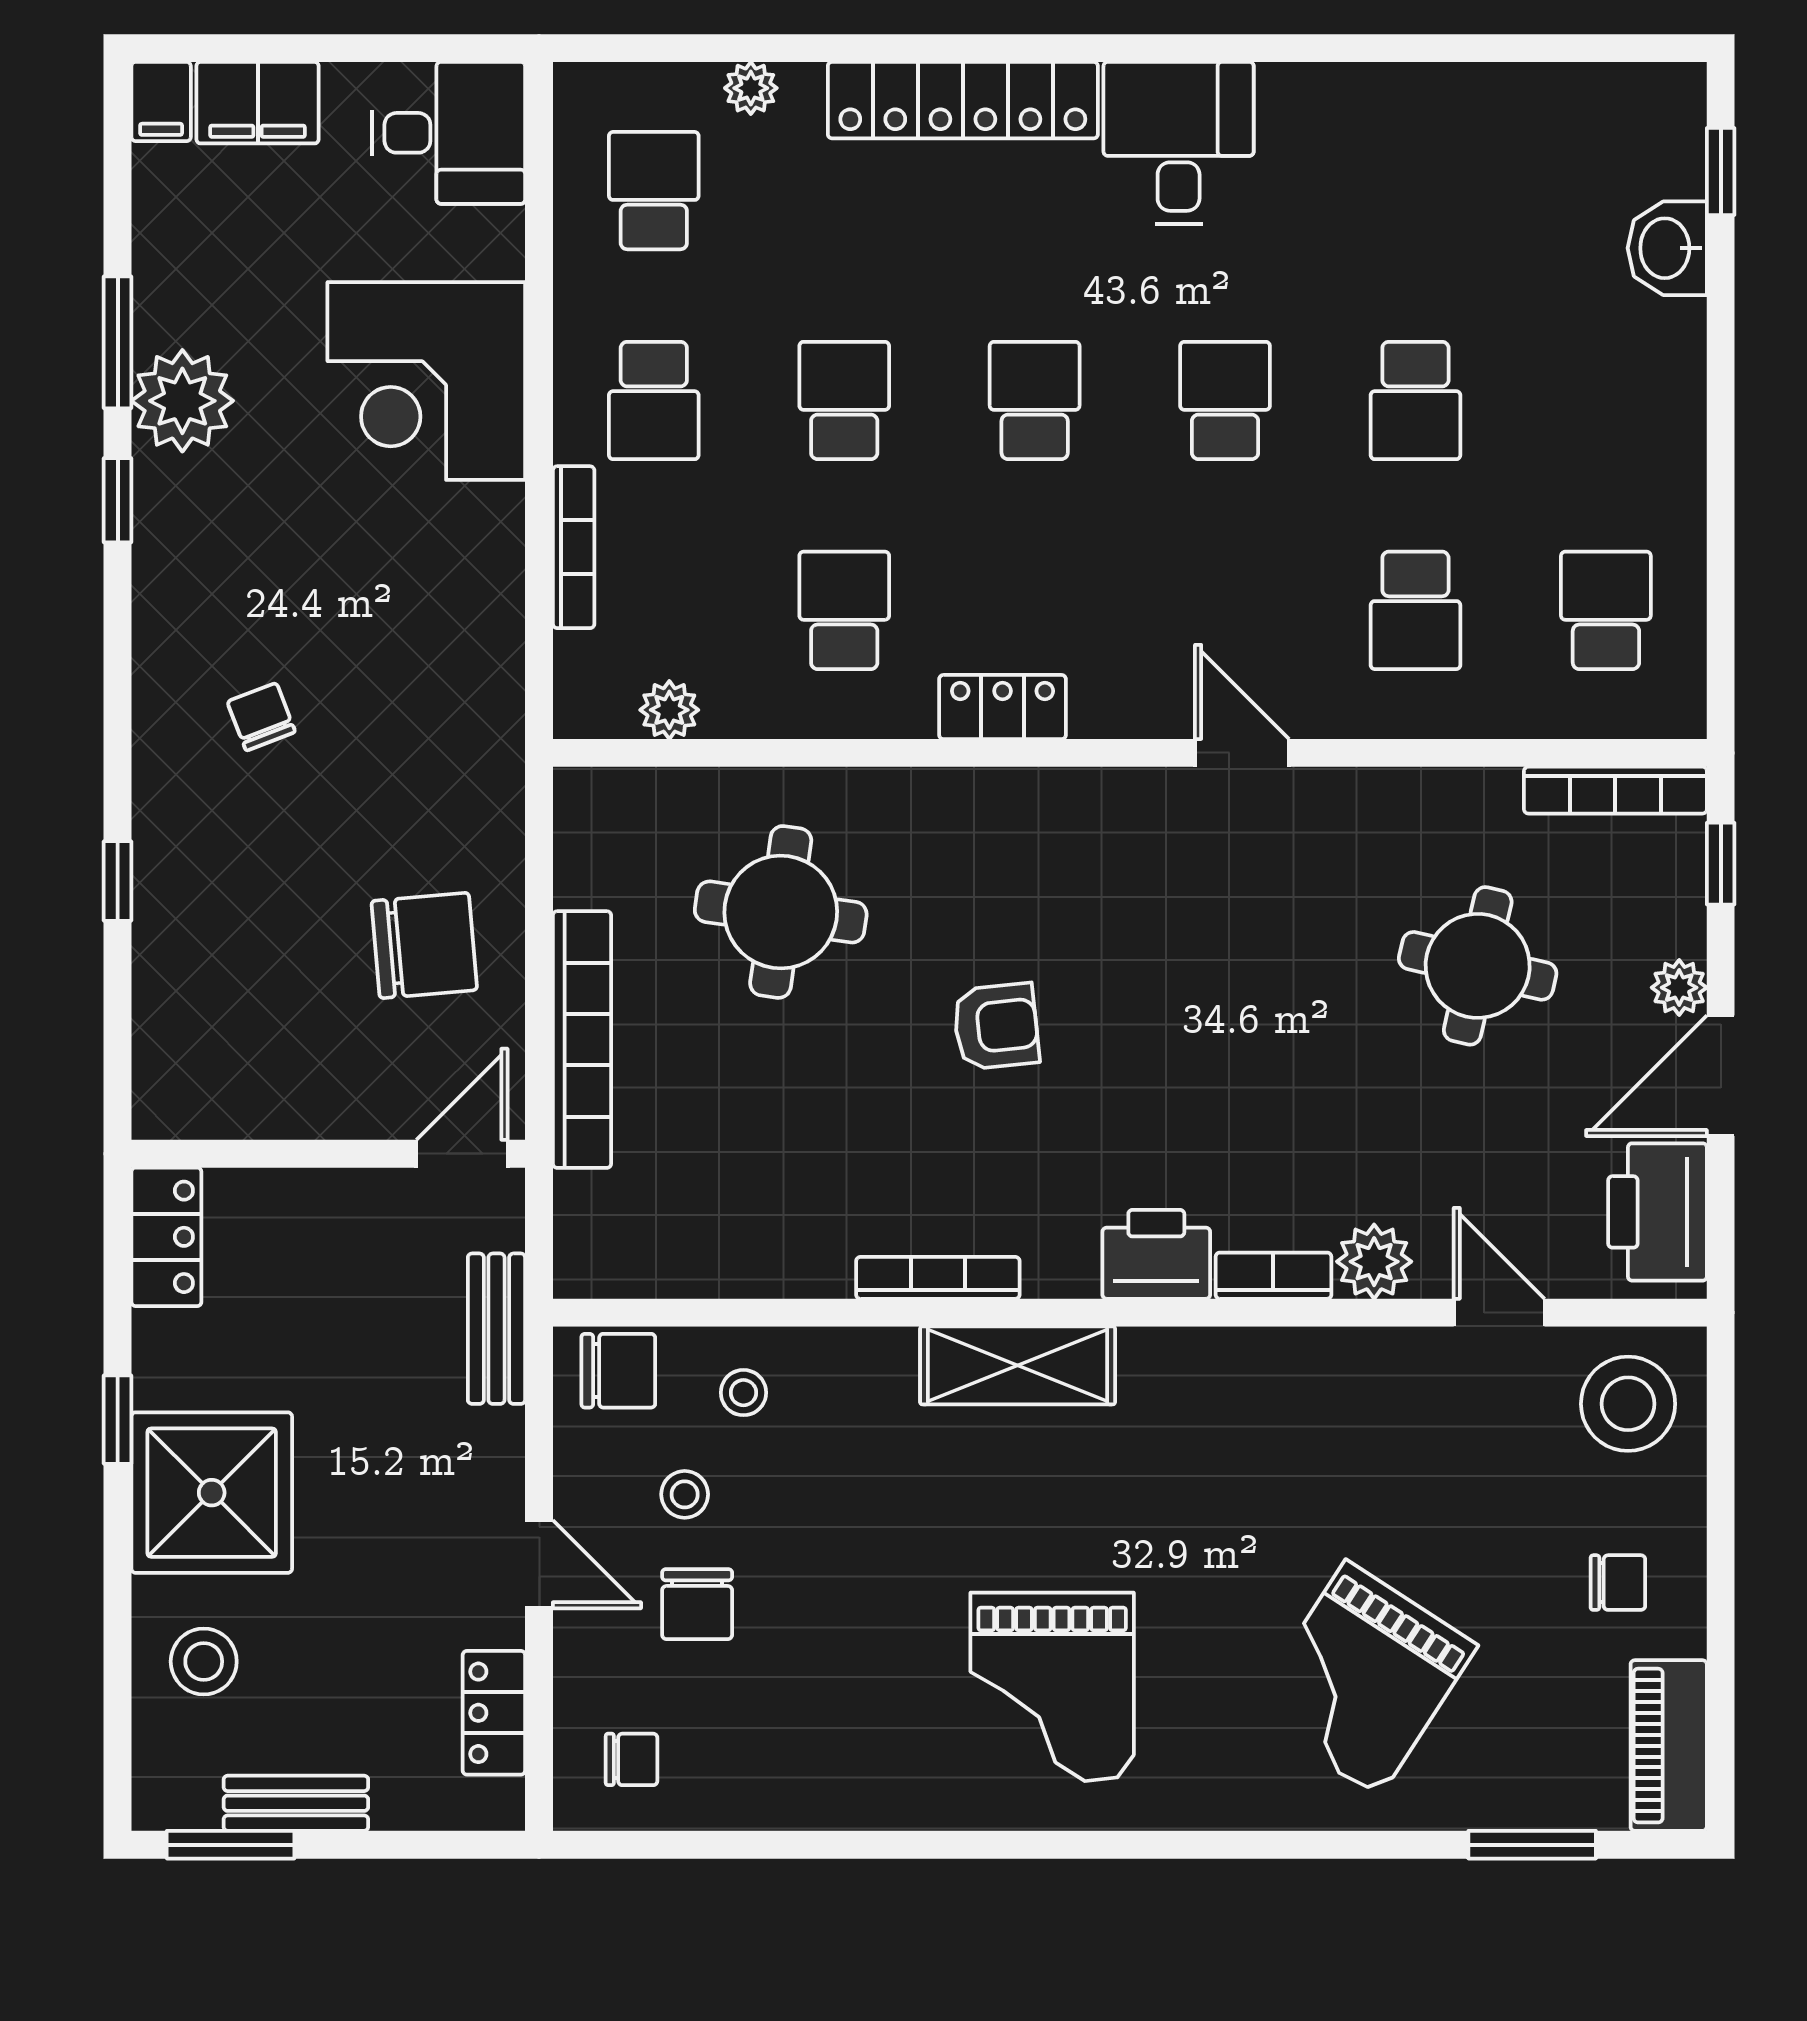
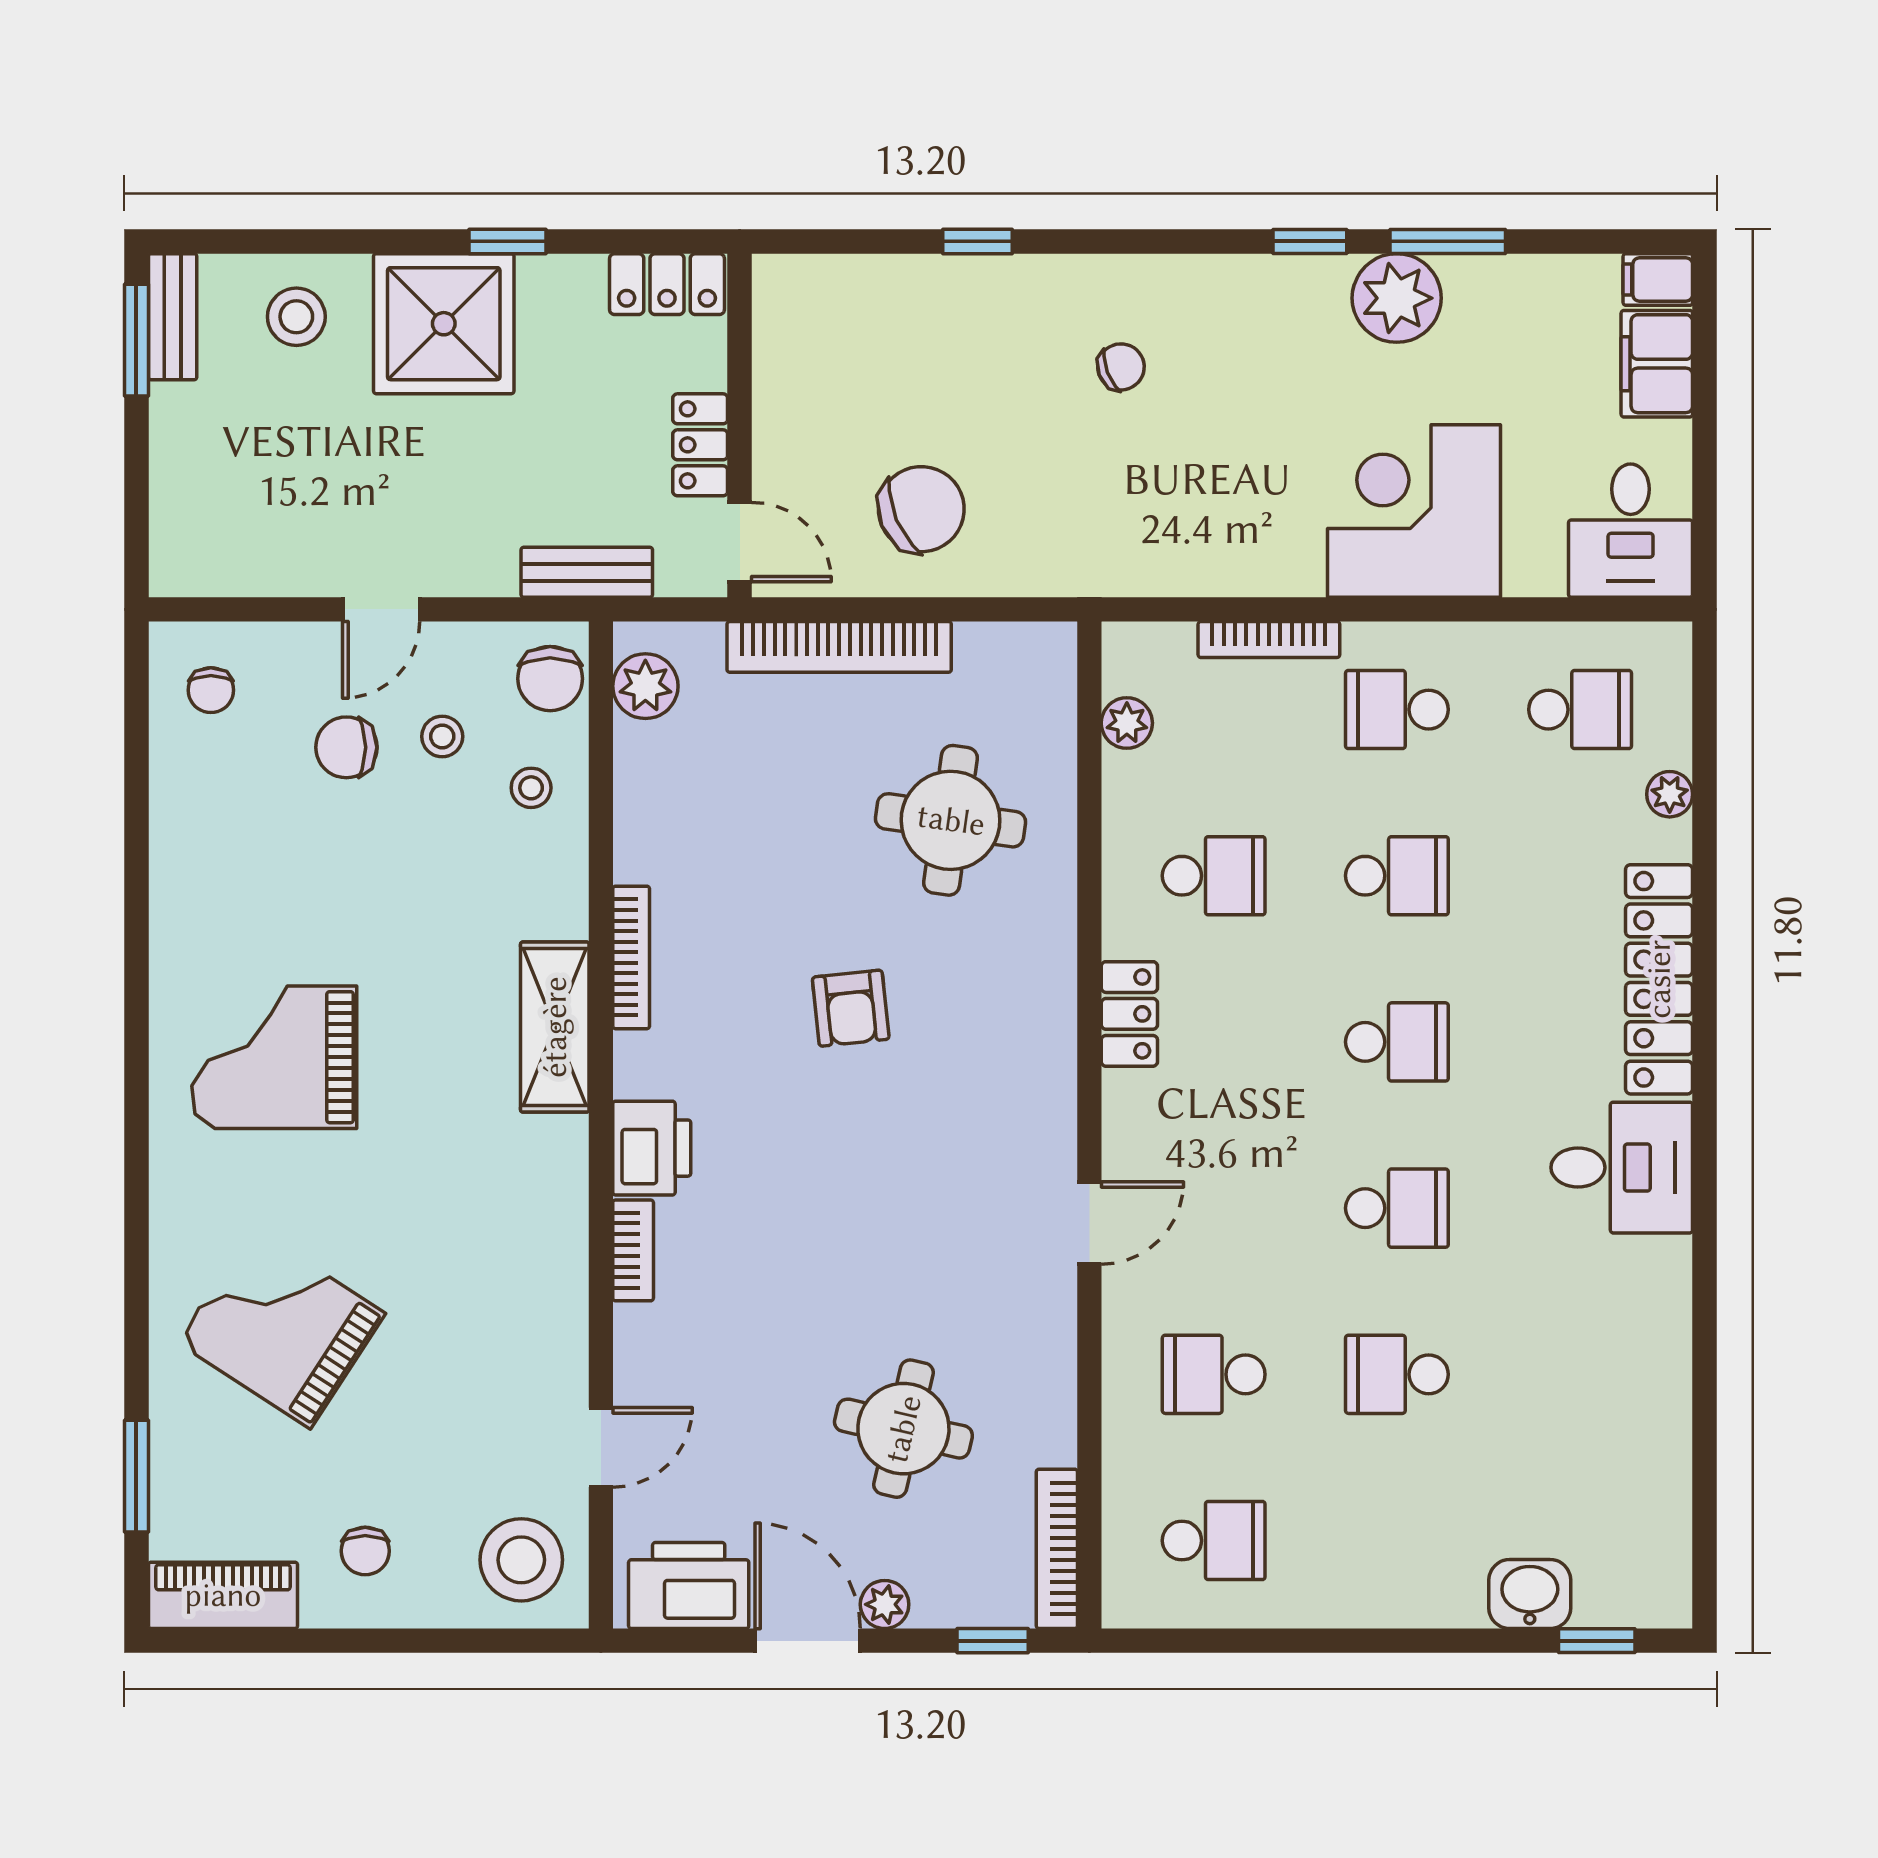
chair: (424, 945) -> (921, 509), turned -108
plant: (1374, 1262) -> (645, 686), moved
locker: (494, 1713) -> (700, 445), moved, turned -90
bench: (296, 1803) -> (173, 317), moved

